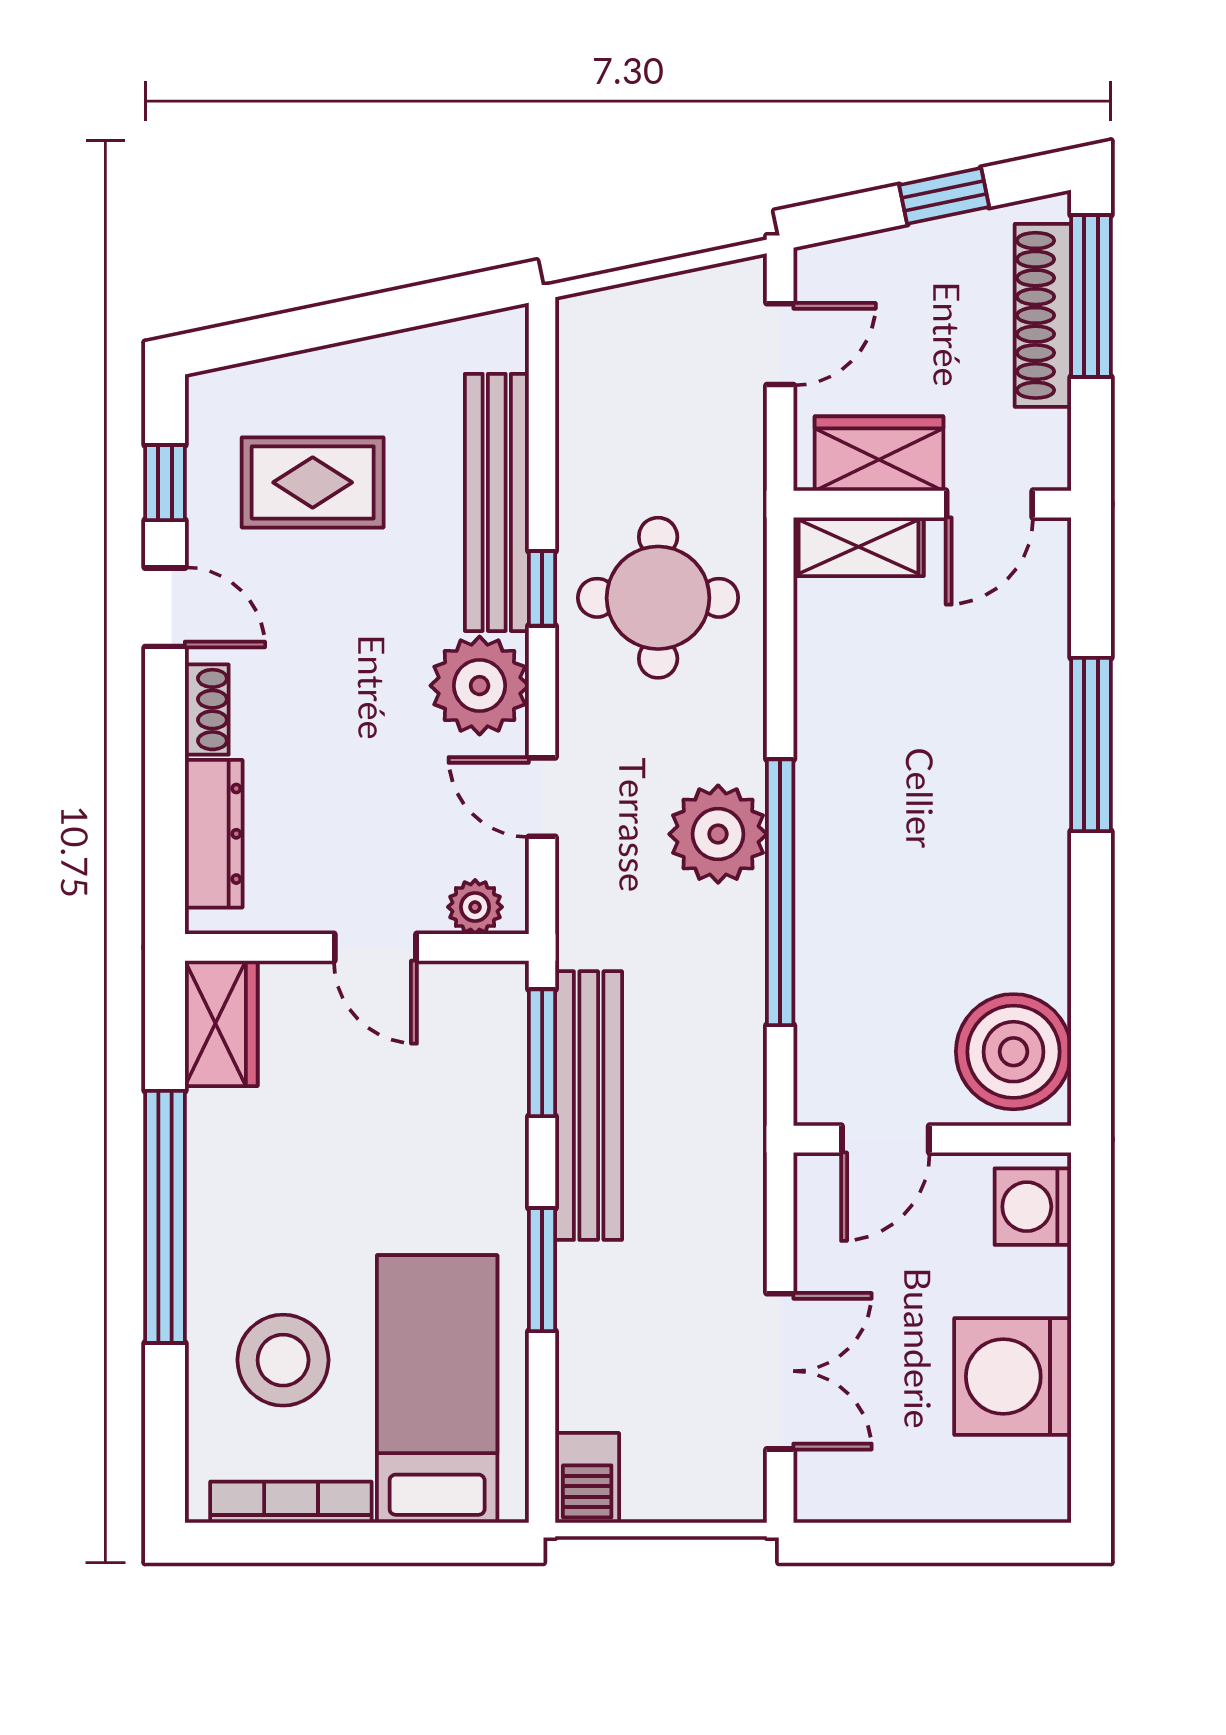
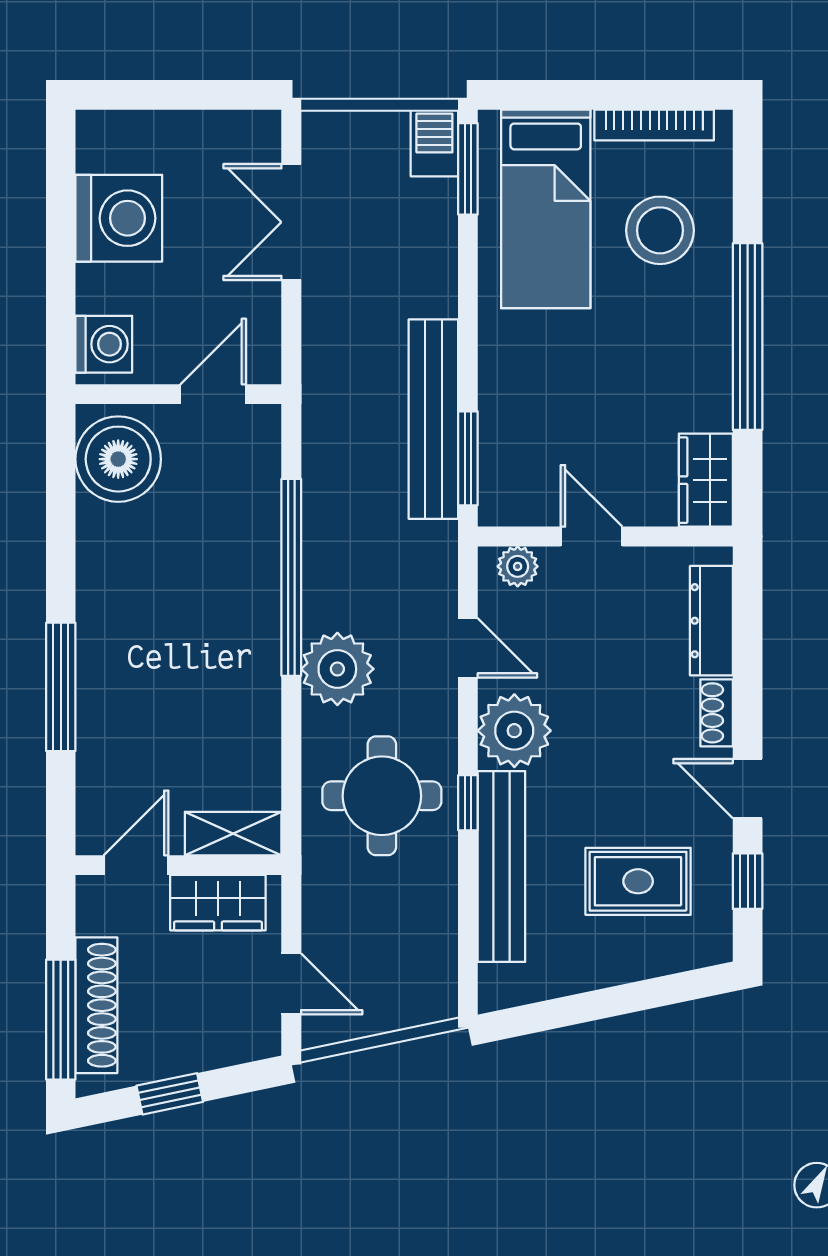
door: (780, 344) -> (291, 984), swing flipped
plant: (718, 834) -> (337, 669), moved
window: (542, 1270) -> (468, 169), moved

